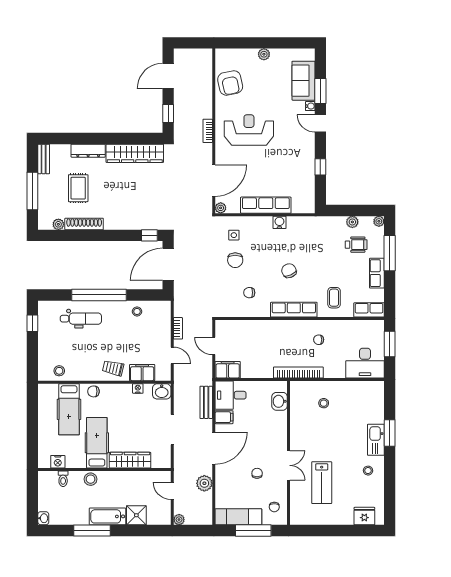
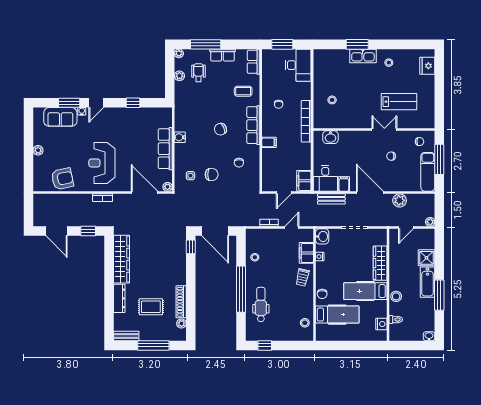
filing cabinet: (273, 328) -> (269, 142), added

